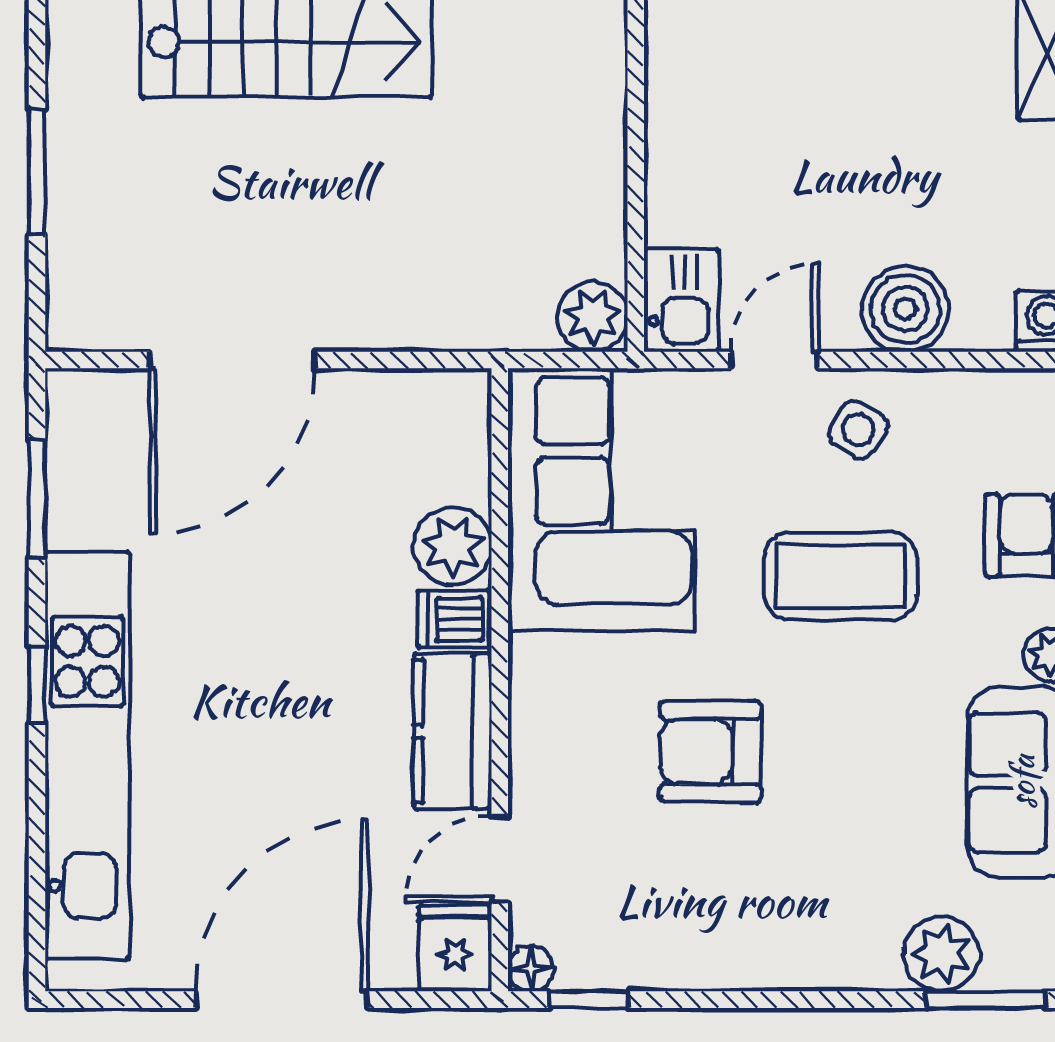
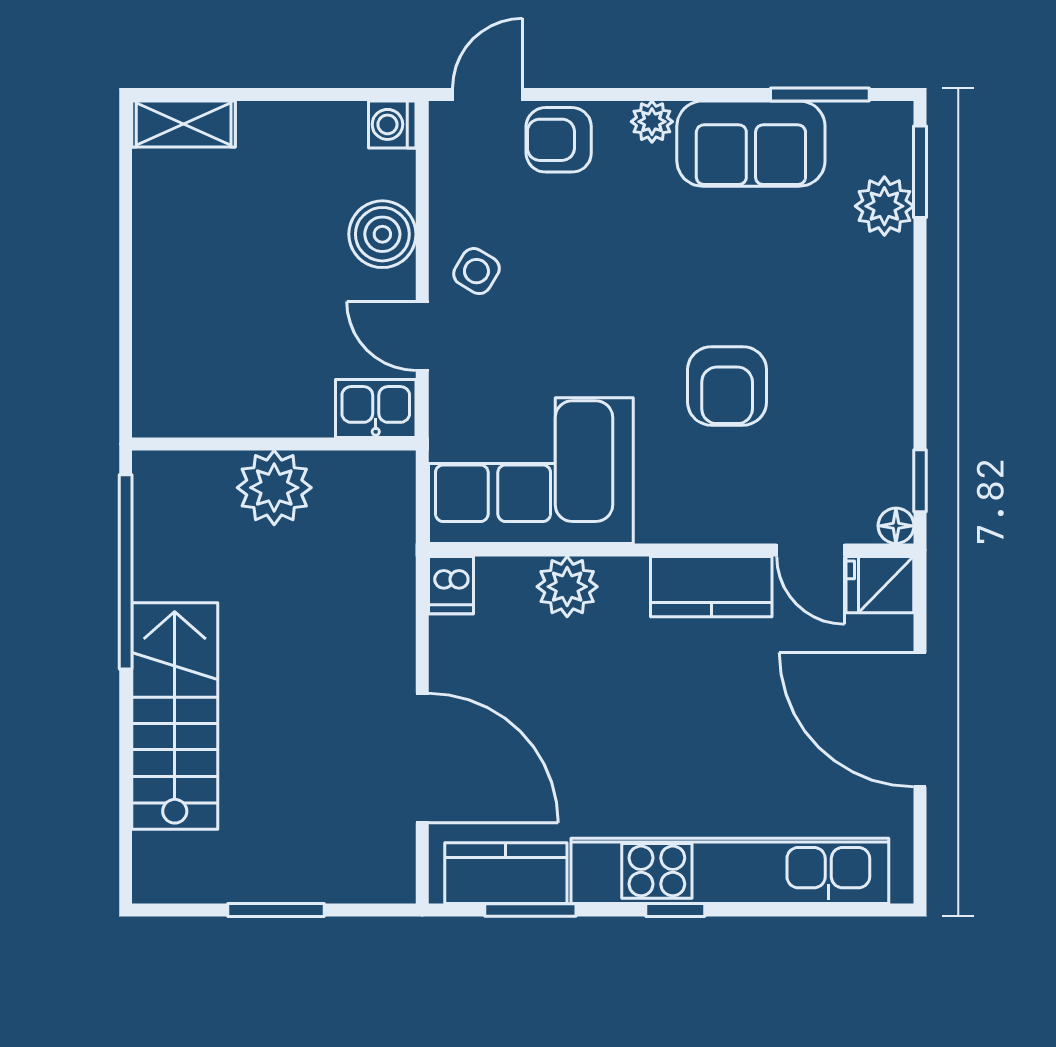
plant: (593, 317) -> (274, 488), moved, width x1.36, depth x1.36
kitchen counter: (84, 467) -> (506, 873), added
coffee table: (840, 576) -> (590, 285), removed
dishwasher: (454, 619) -> (451, 585), moved

